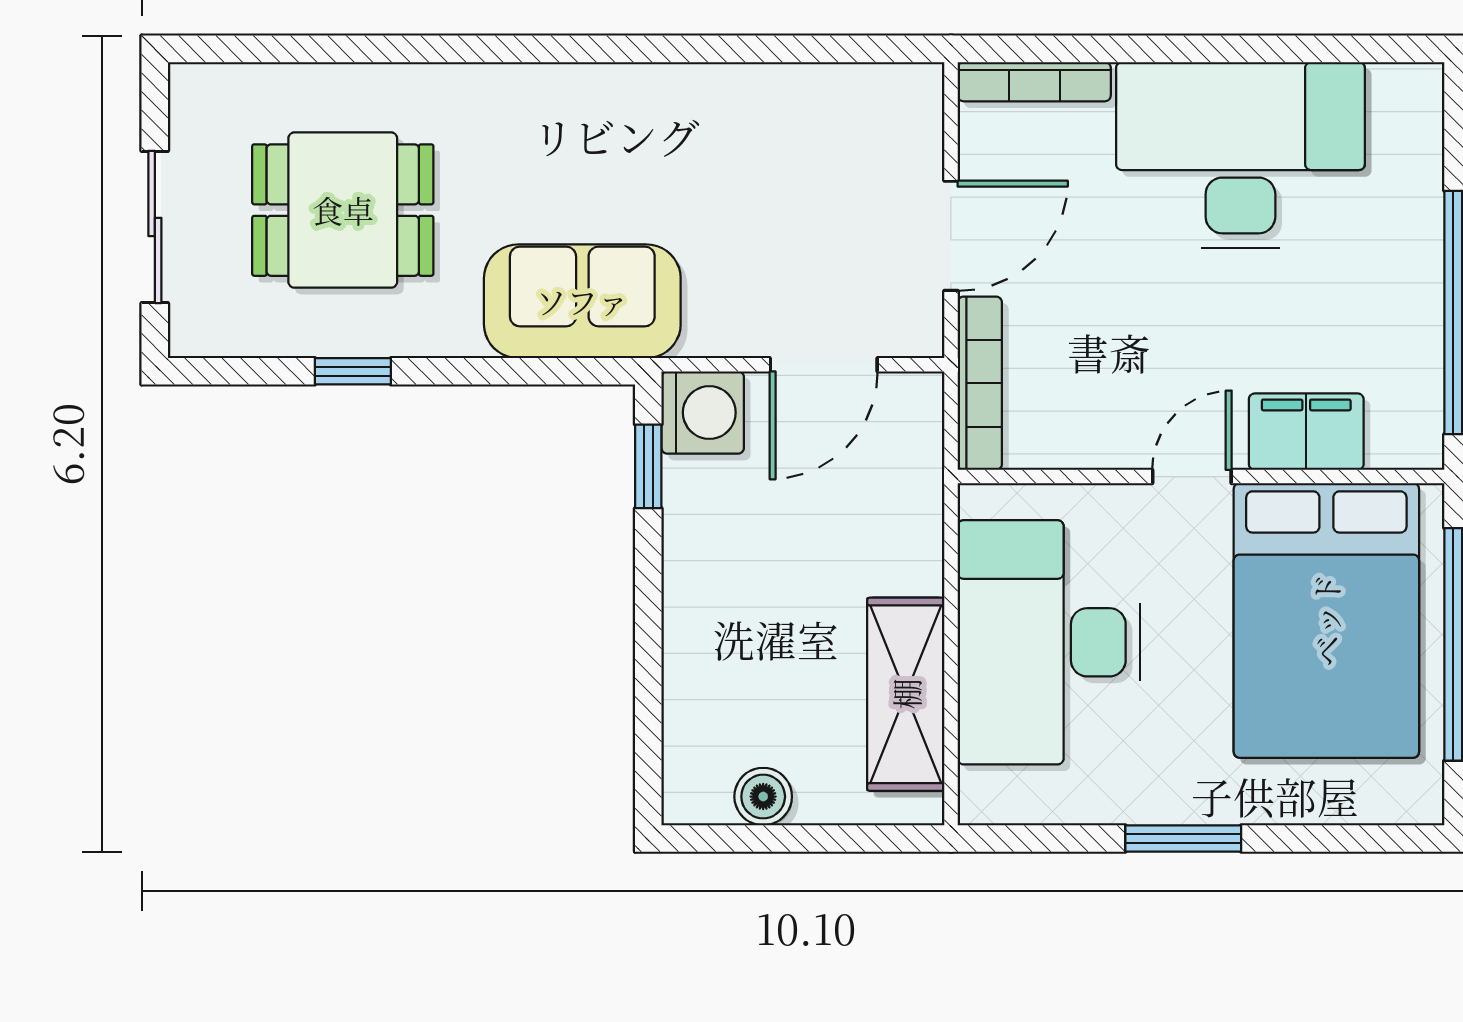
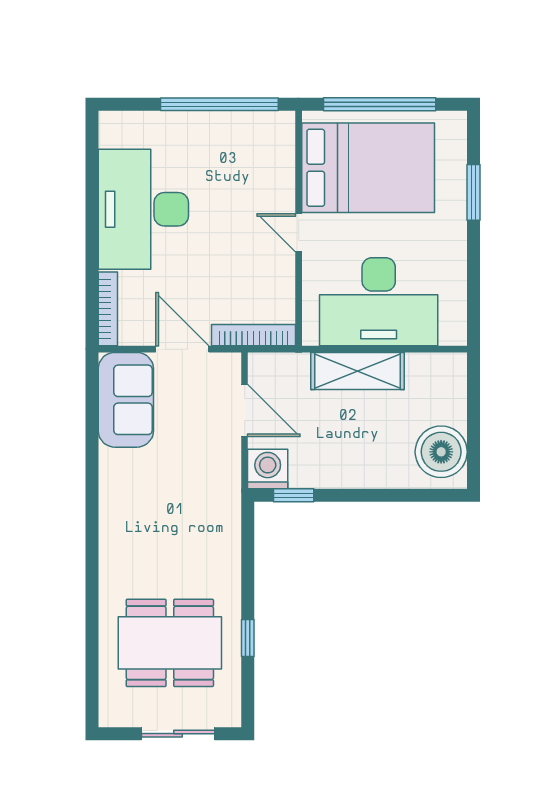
dining table: (343, 210) -> (170, 643), width x1.38
sofa: (582, 301) -> (126, 400), moved, turned 180
filing cabinet: (1306, 432) -> (277, 177), removed
shelving: (906, 694) -> (357, 371), moved
boiler: (763, 797) -> (441, 452), width x1.86, depth x1.86
window: (1183, 838) -> (473, 192), moved

